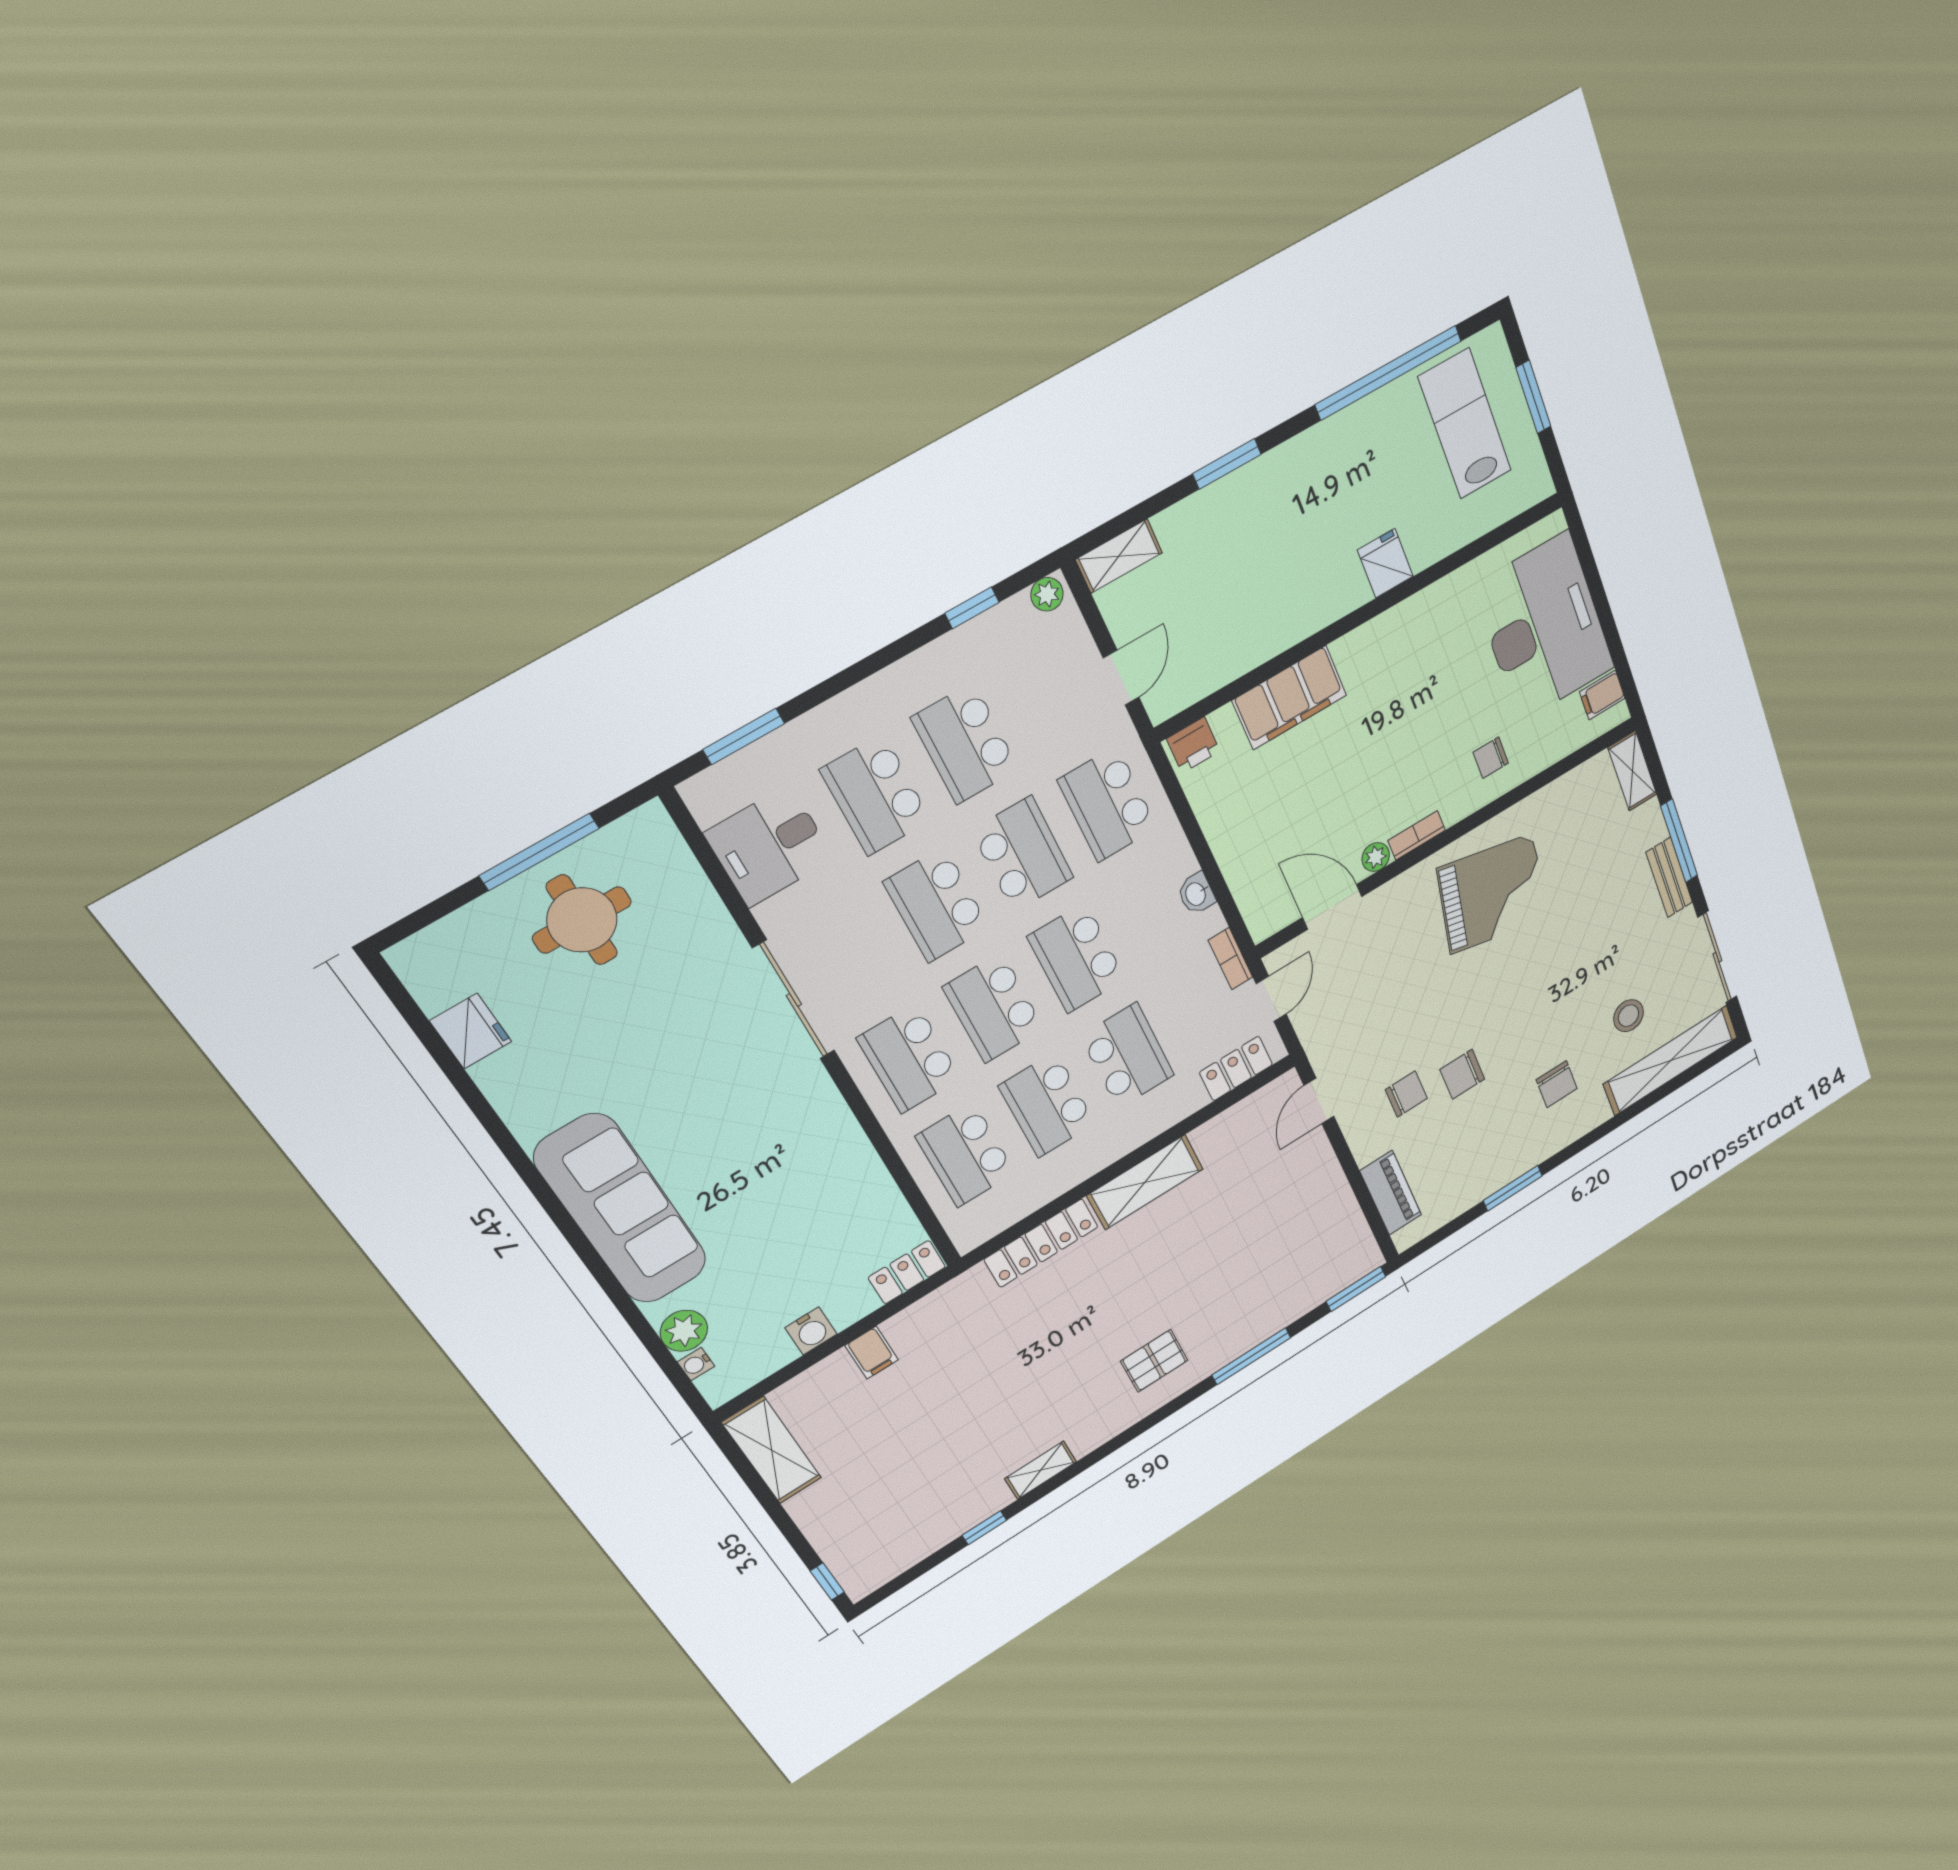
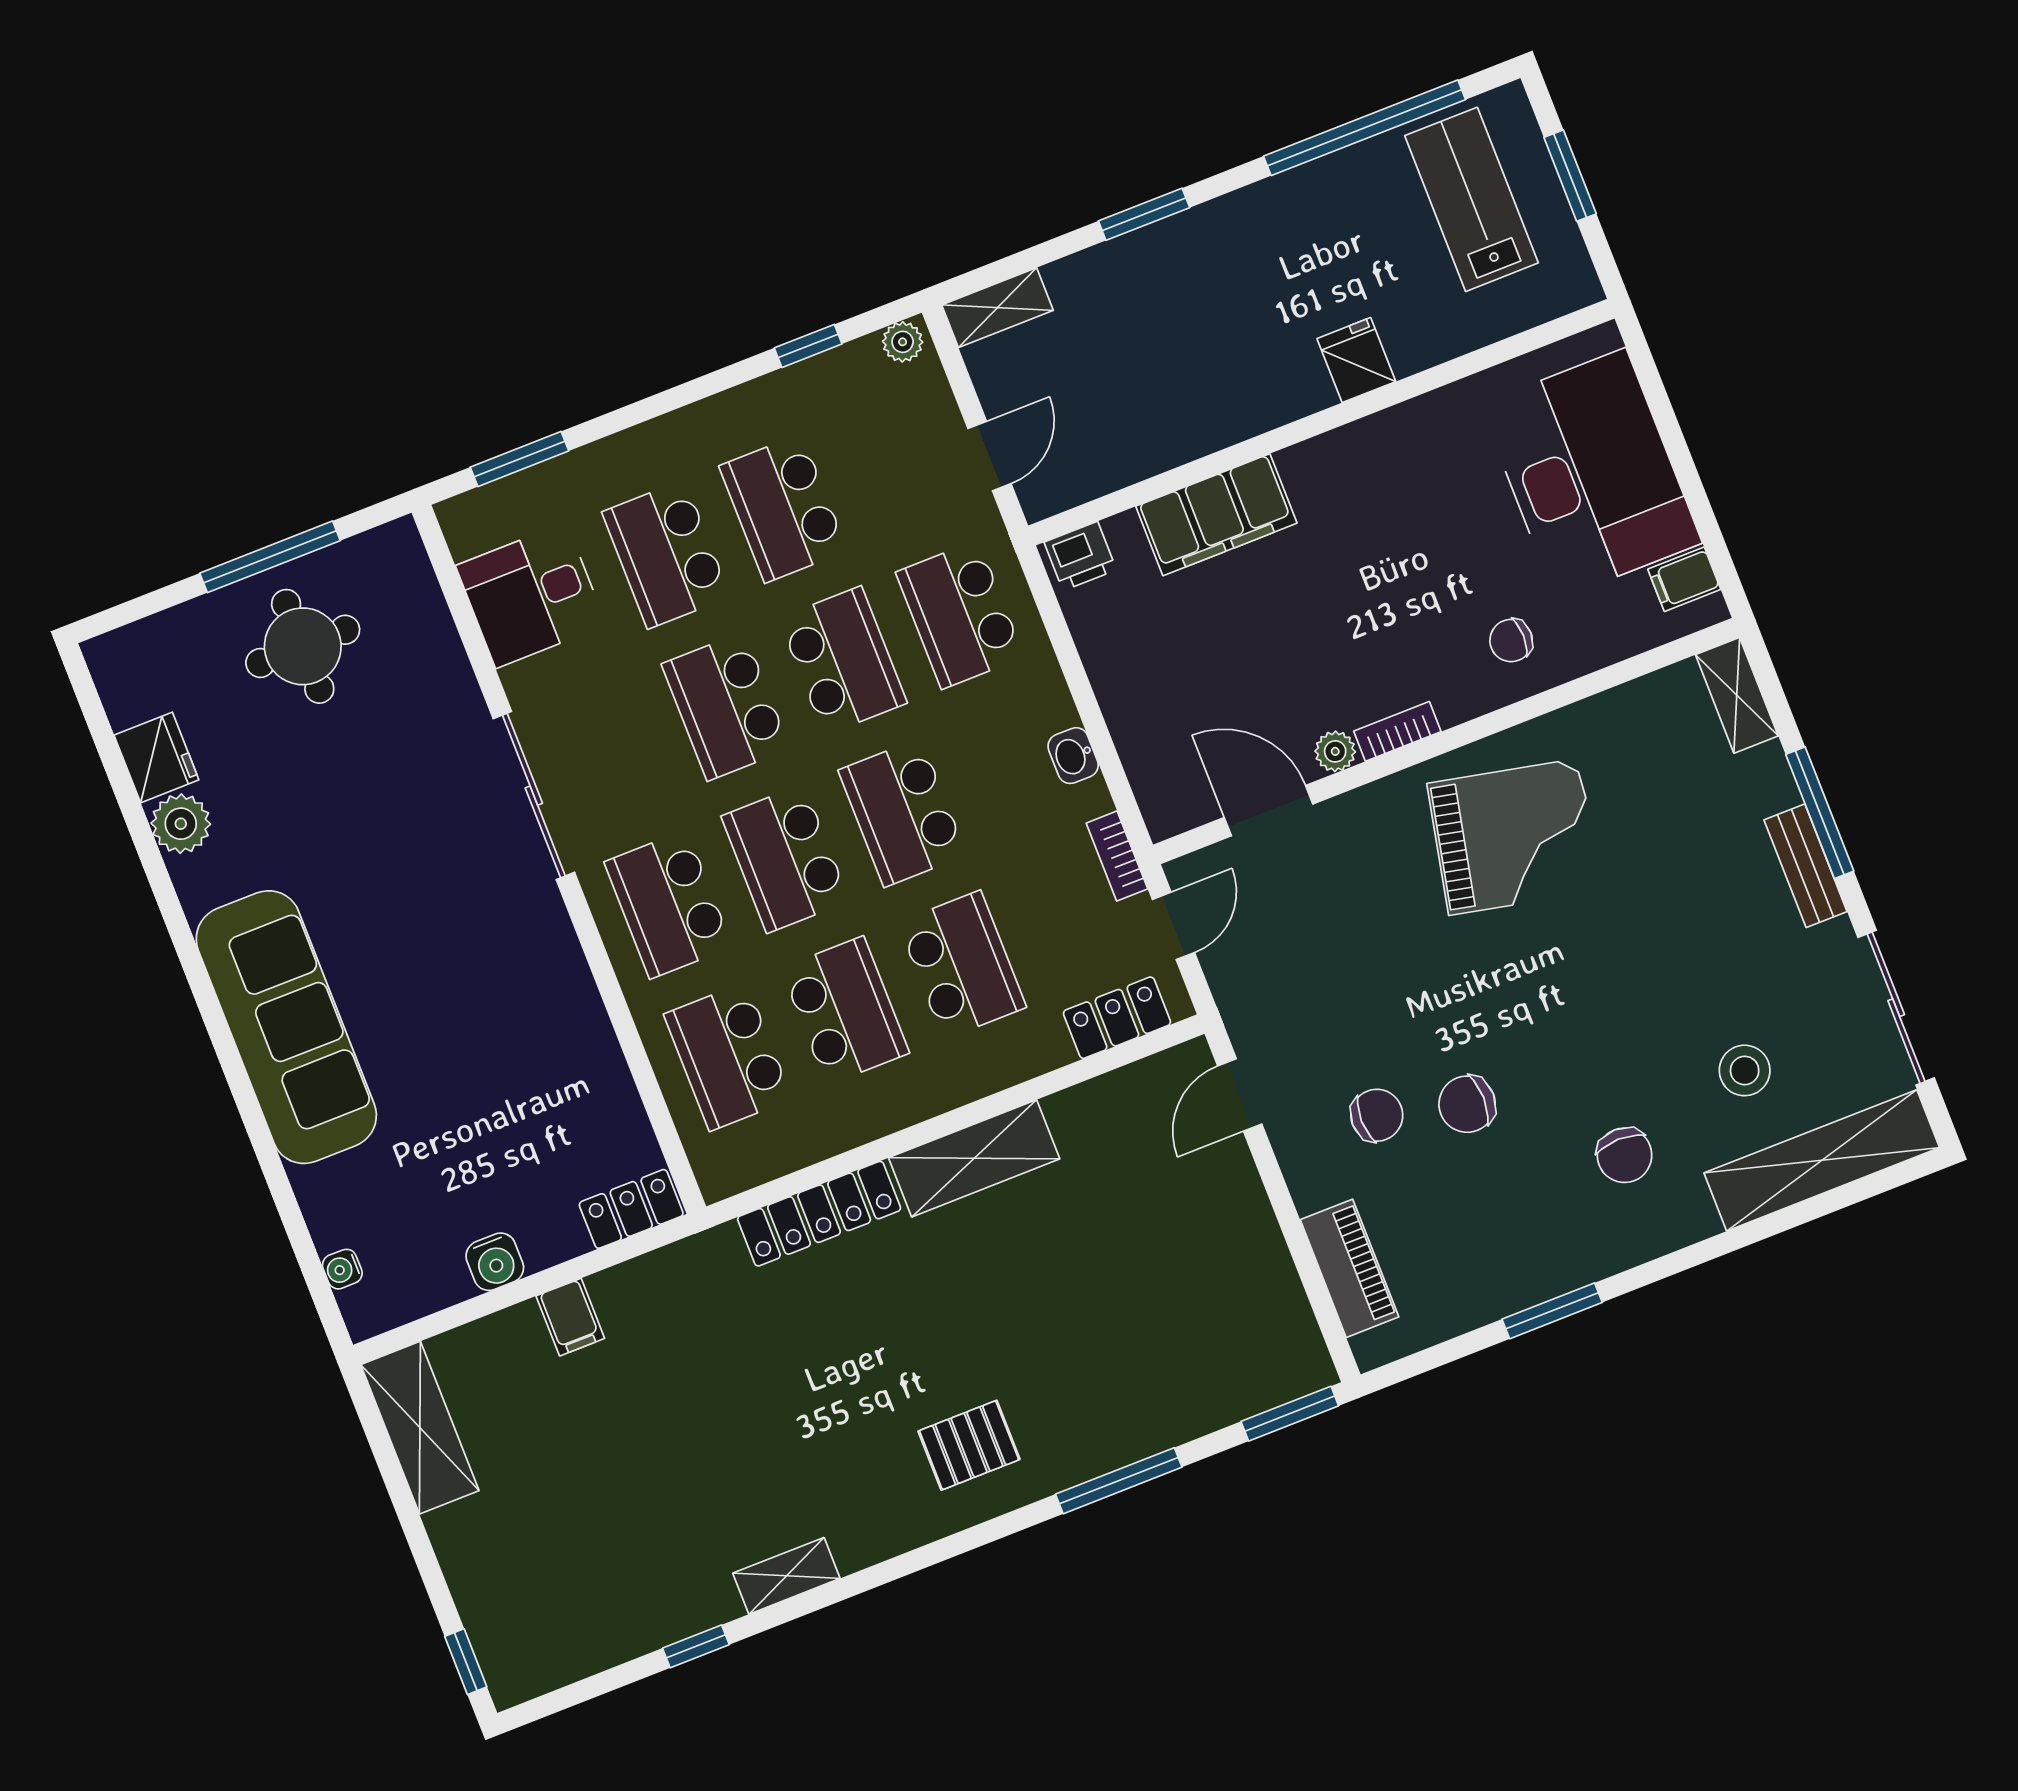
school desk: (1047, 1105) -> (845, 1011), turned 180
plant: (684, 1331) -> (181, 824), moved

